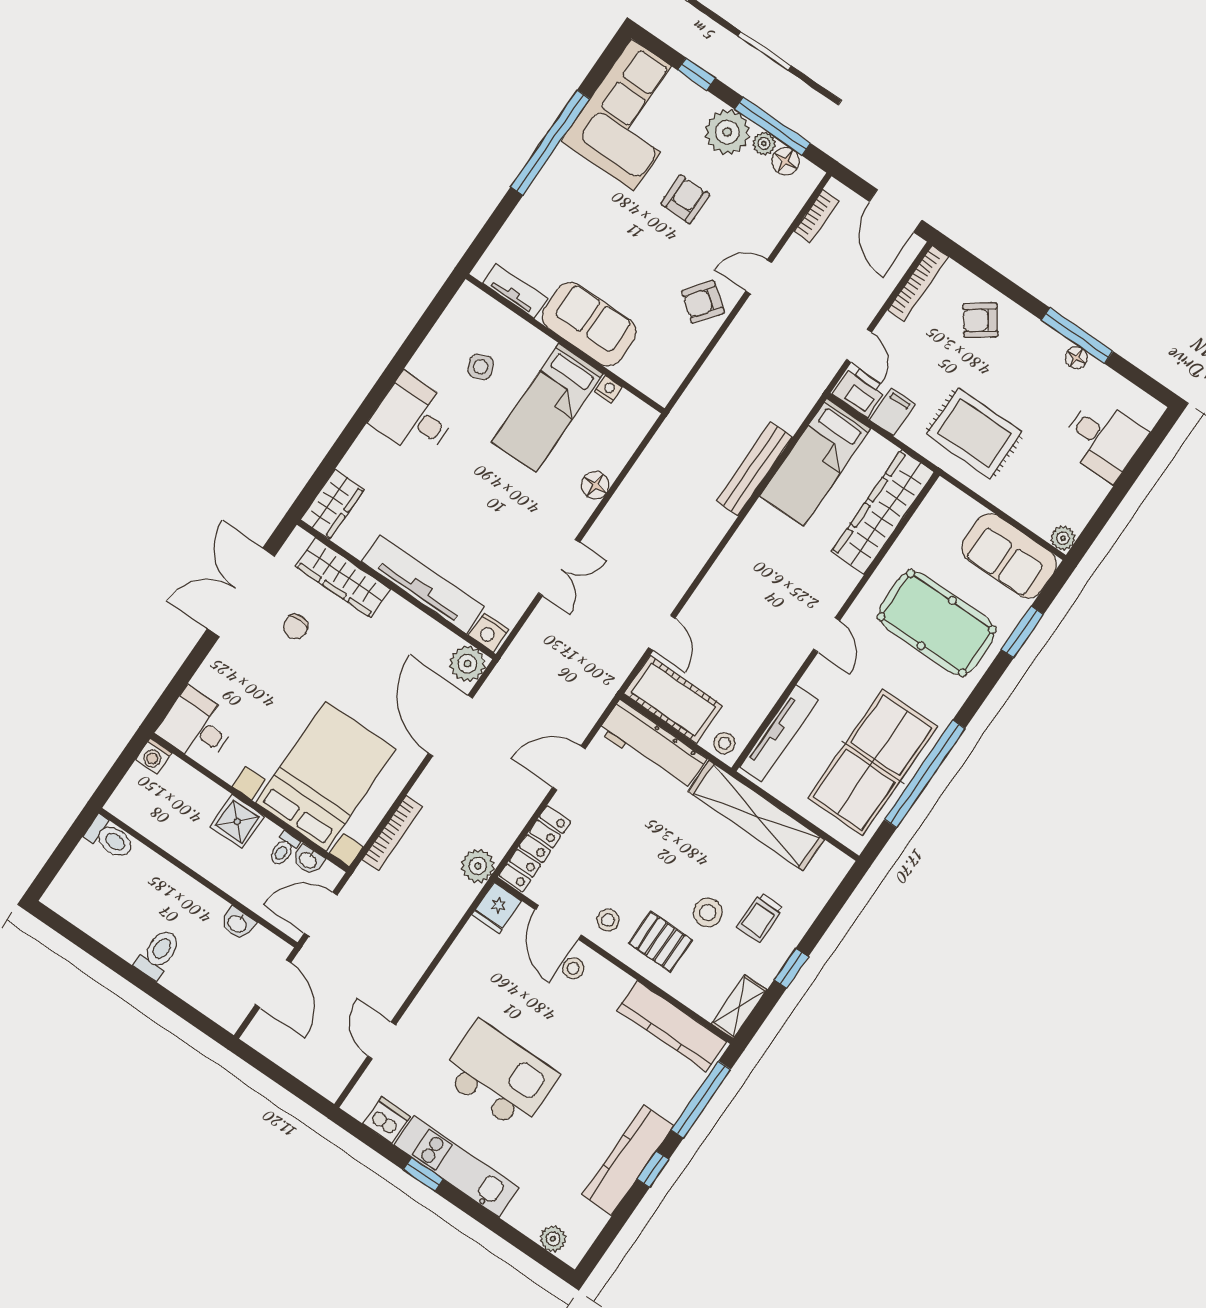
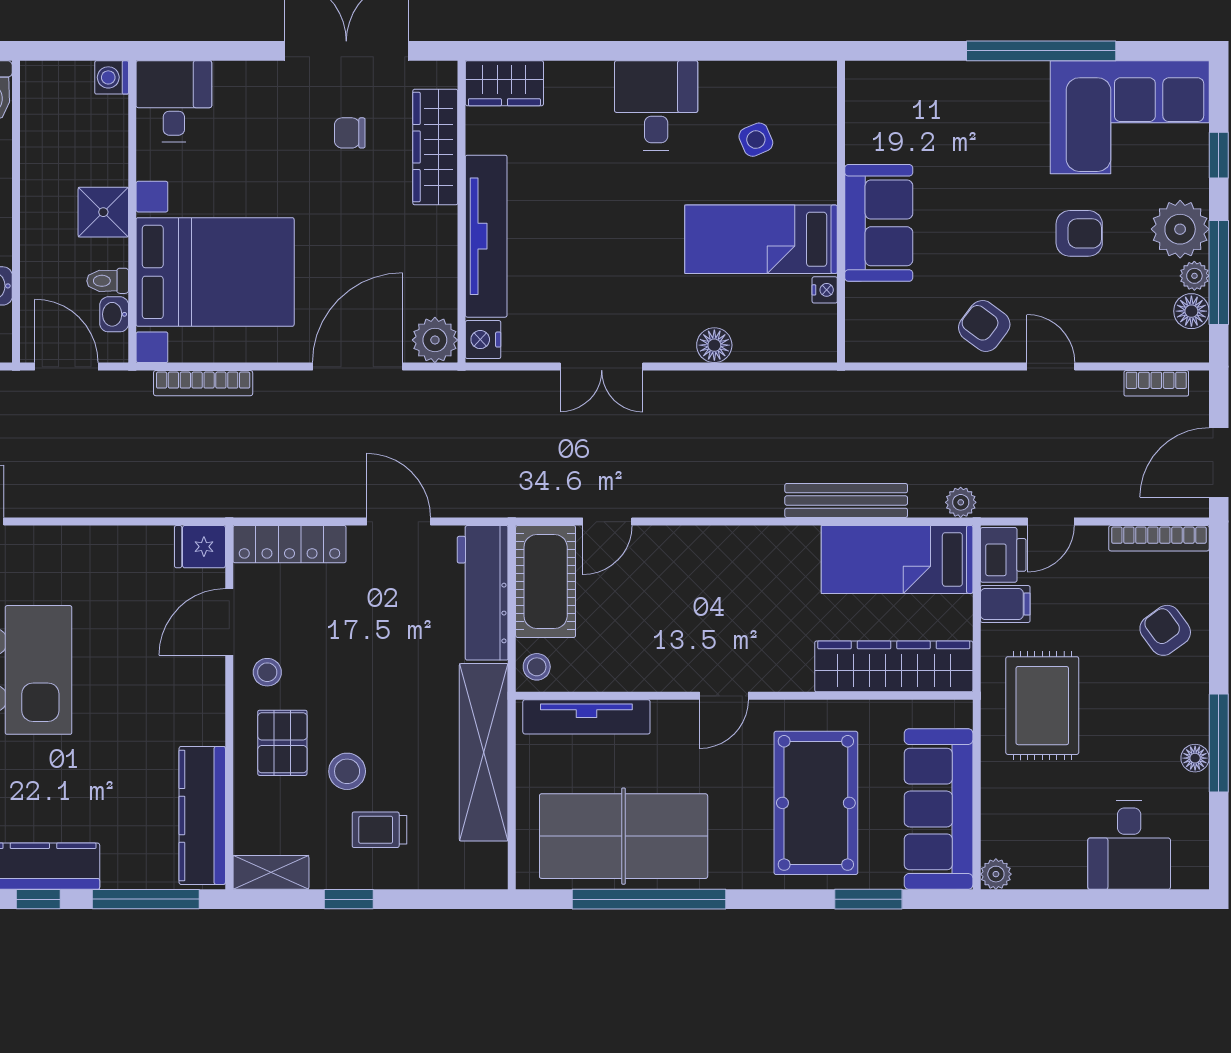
tv unit: (515, 291) -> (860, 121), removed
sofa: (1009, 556) -> (939, 809), width x1.36
plant: (478, 866) -> (961, 502), moved, width x0.73, depth x0.73
stool: (573, 968) -> (192, 671), removed

